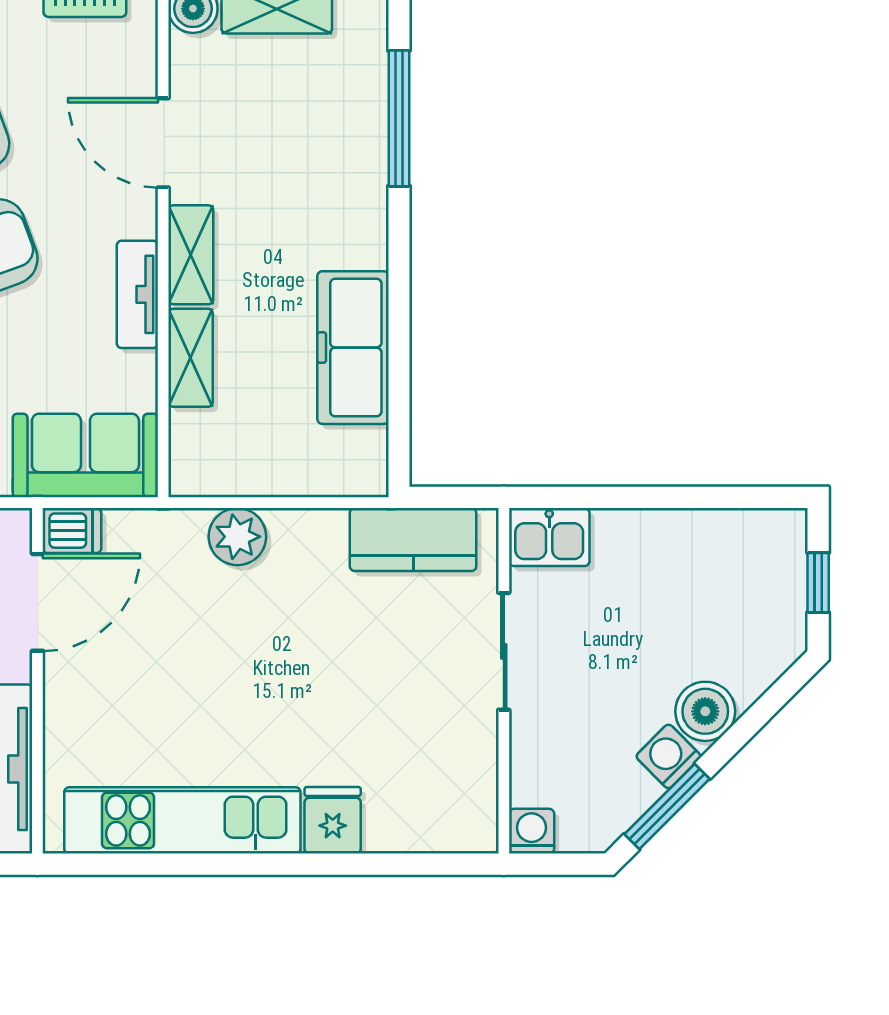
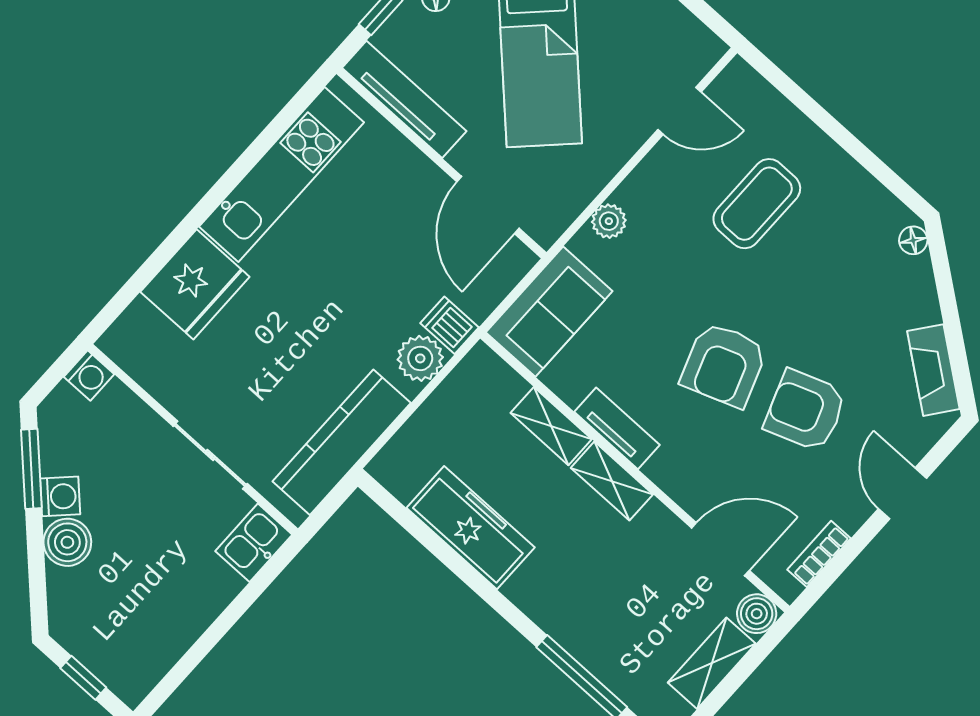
door: (163, 143) -> (720, 549), moved
dishwasher: (72, 531) -> (450, 325), moved, turned 90
kitchen counter: (413, 540) -> (342, 442), width x1.50
fridge: (333, 820) -> (195, 284), width x1.88, depth x1.34

